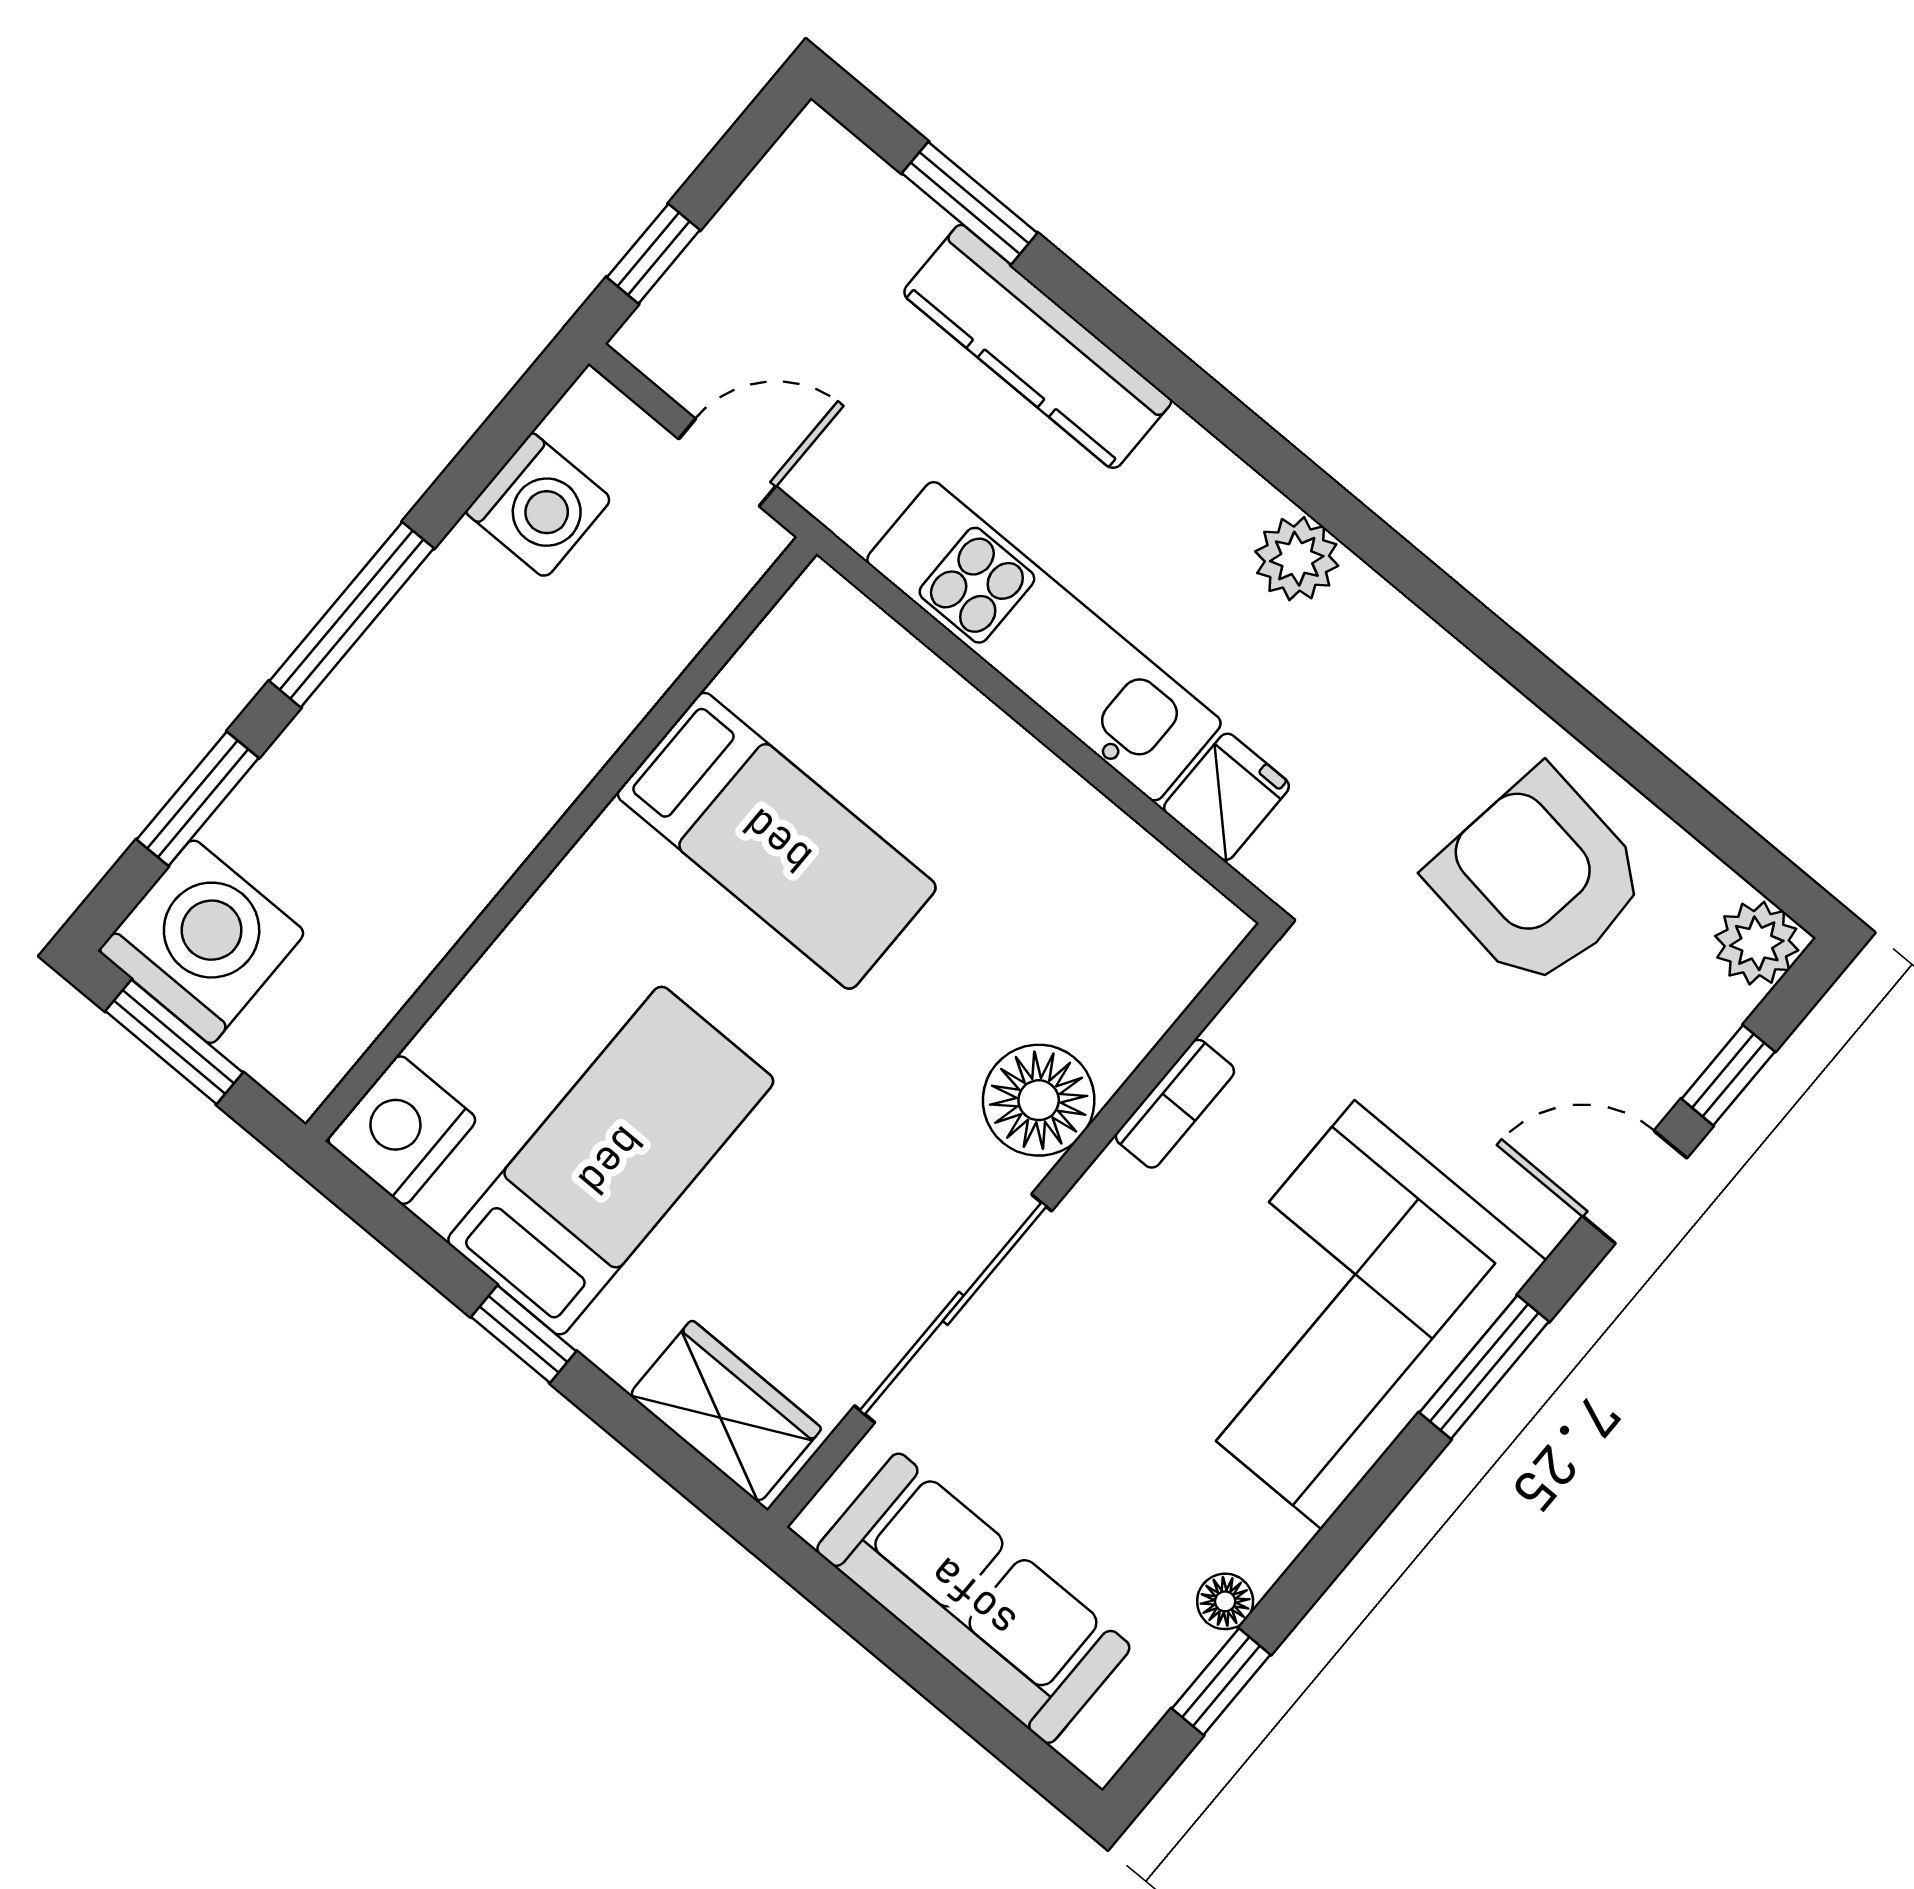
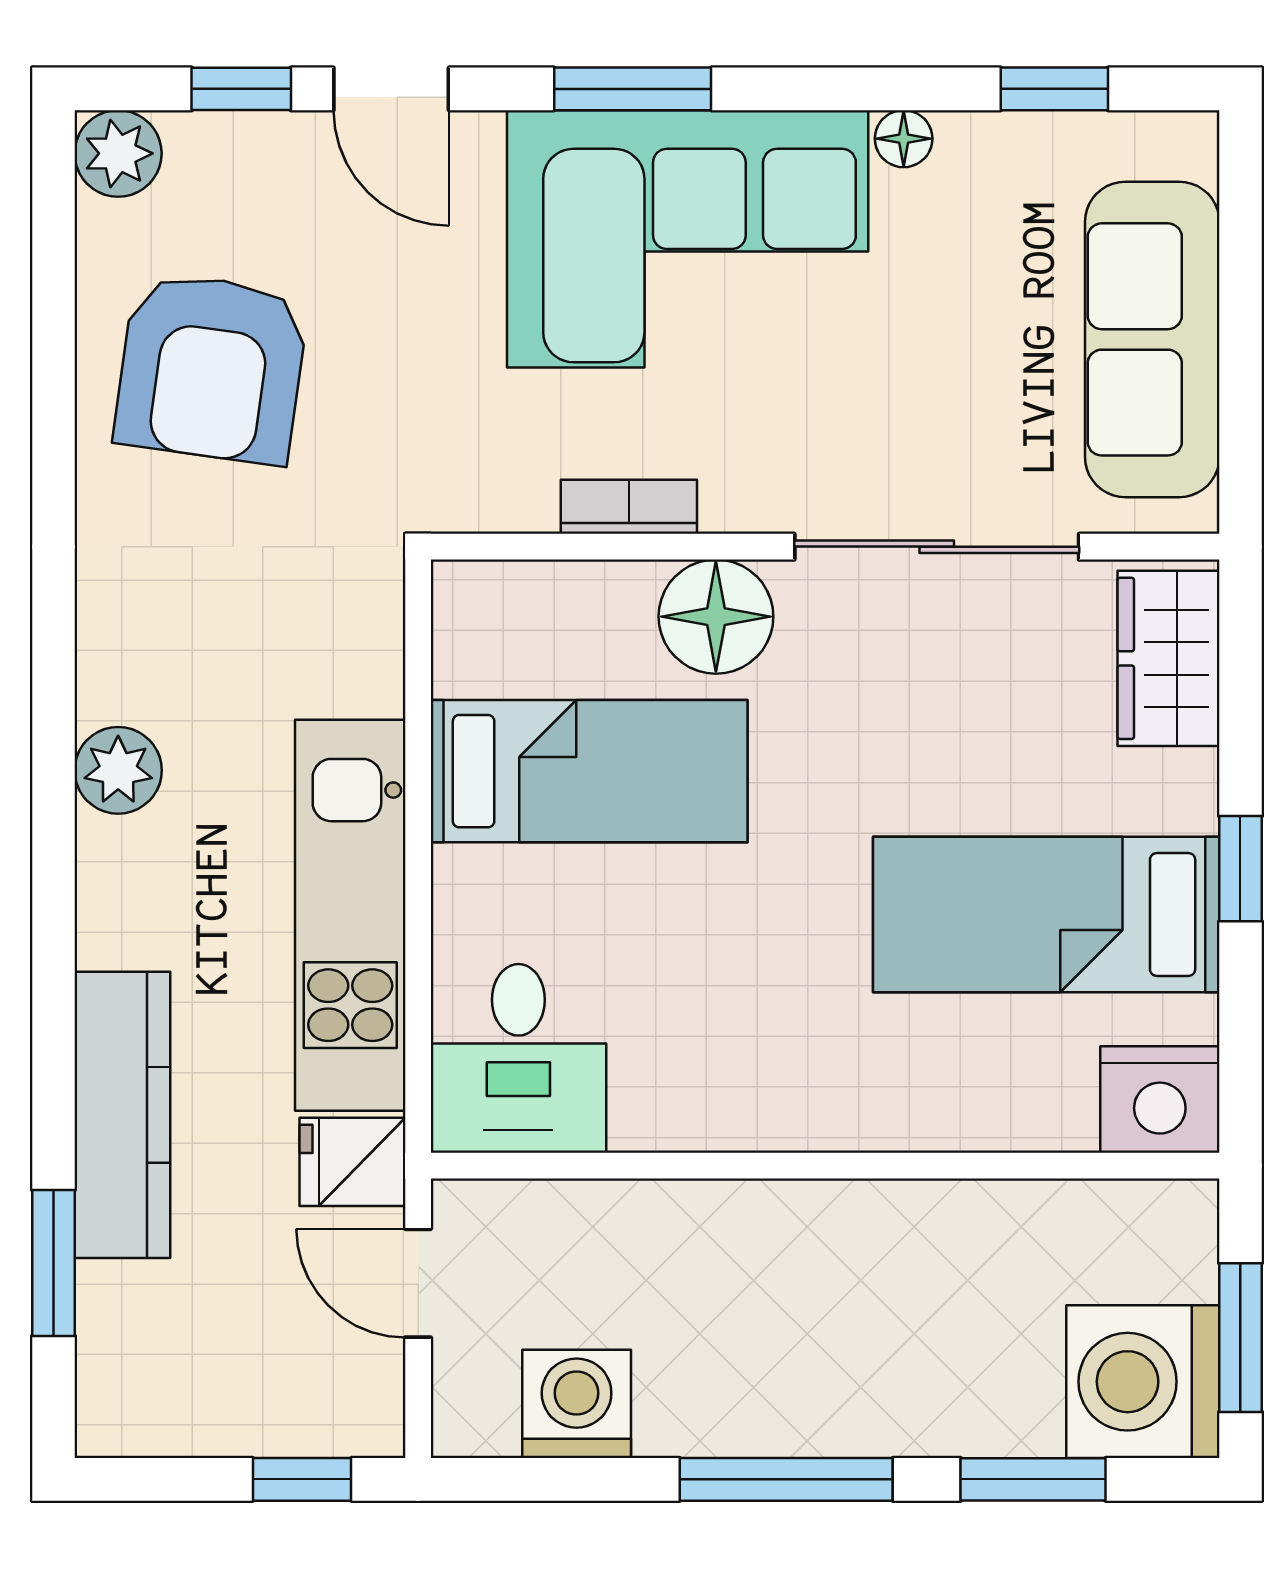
desk: (832, 677) -> (518, 1058), added
fridge: (1227, 797) -> (353, 1162), moved
bed: (777, 841) -> (589, 771), moved, turned 90
floor lamp: (1225, 1601) -> (904, 139), moved

